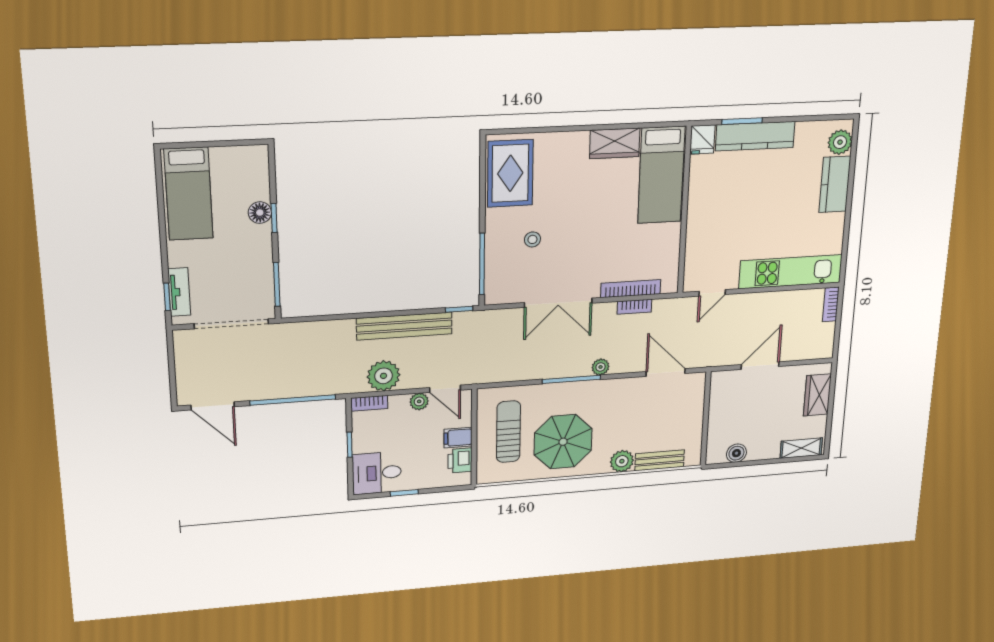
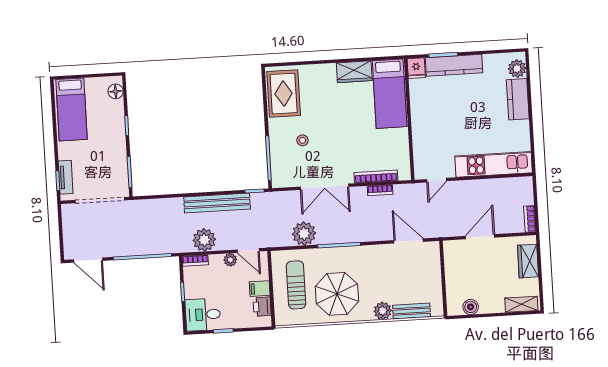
floor lamp: (260, 213) -> (116, 91), moved
bookcase: (831, 304) -> (530, 219), moved
plant: (601, 367) -> (304, 234), moved, width x1.88, depth x1.88

